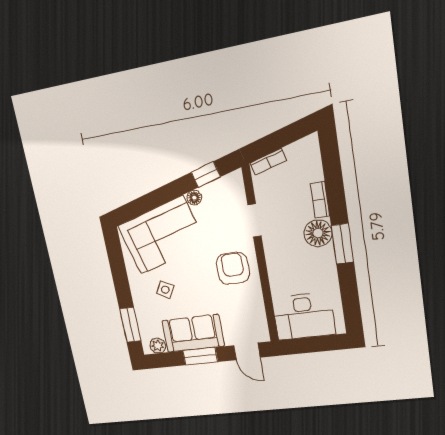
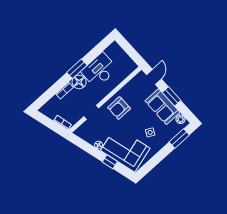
window: (206, 175) -> (110, 162), moved
desk: (304, 316) -> (99, 70), moved, turned -90

